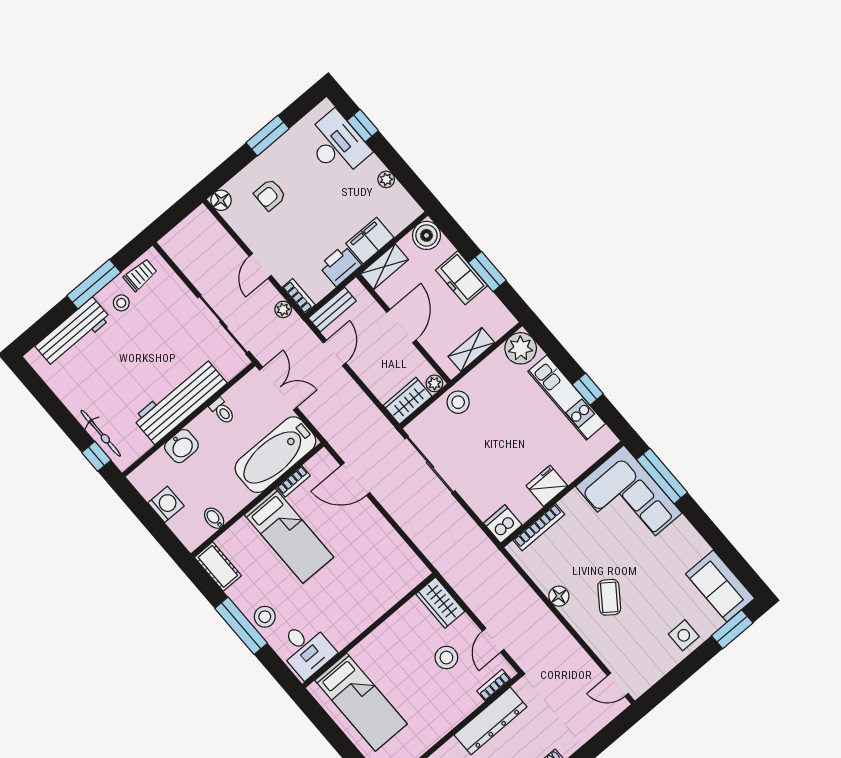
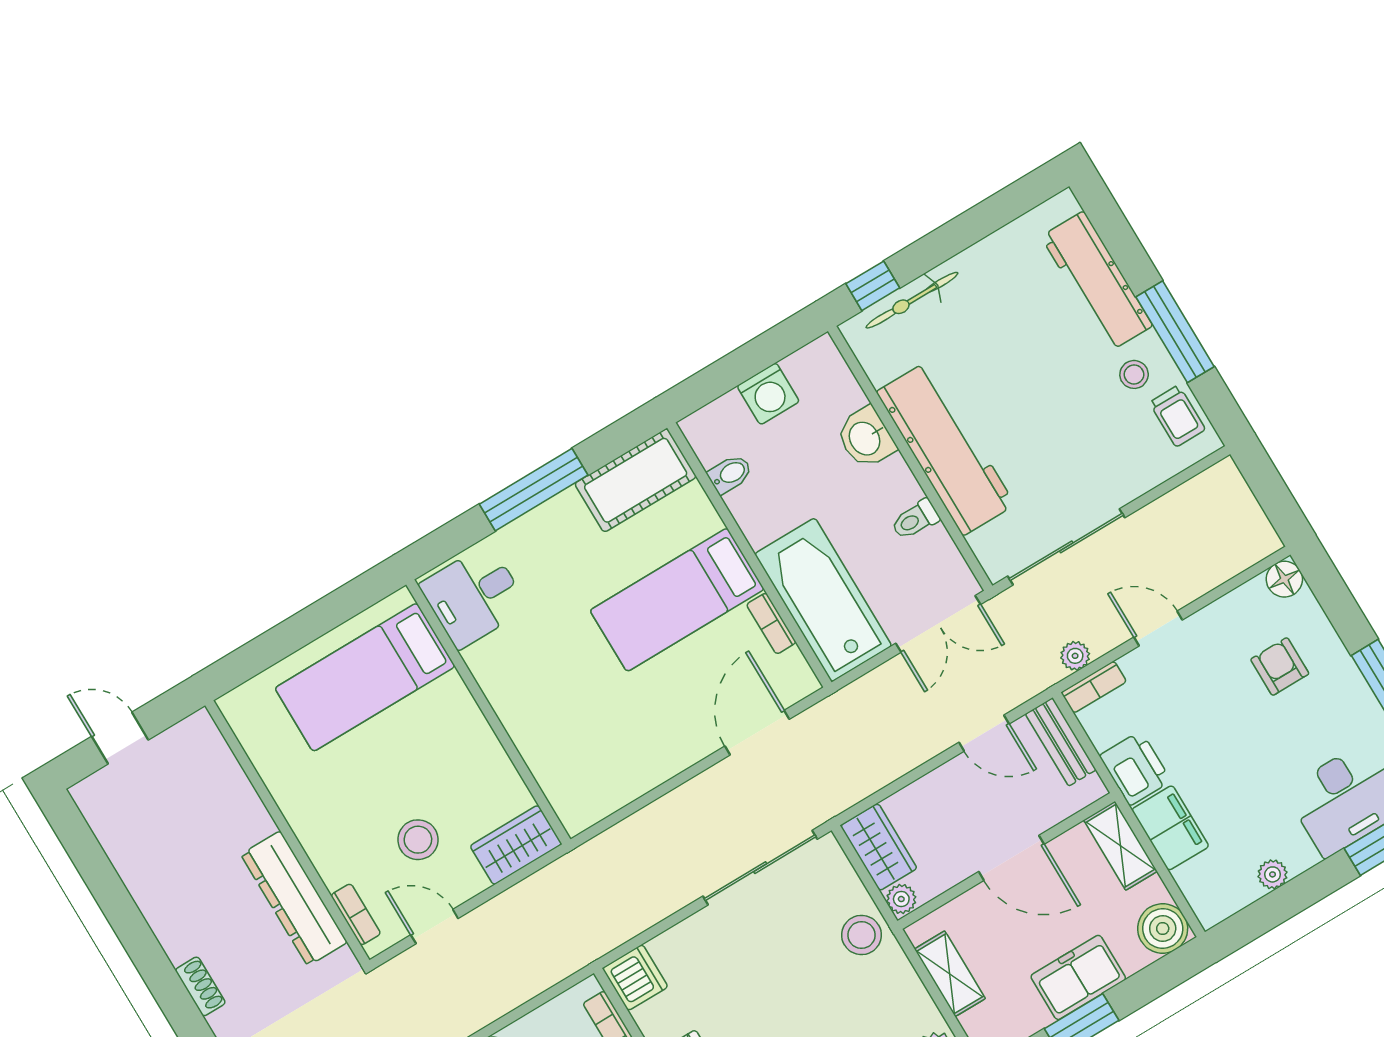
cot: (218, 566) -> (636, 480), width x1.37, depth x1.34
stool: (265, 617) -> (543, 534), removed

